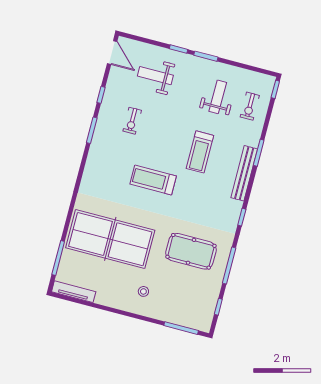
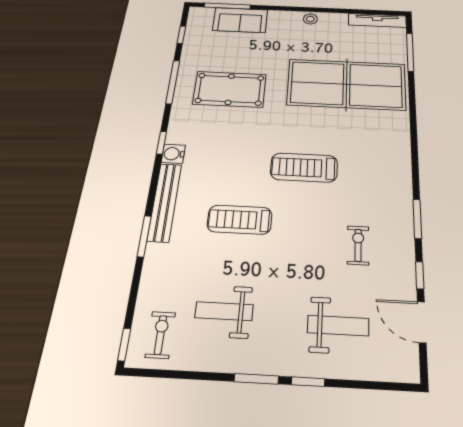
door: (112, 53) -> (422, 322), moved
weight bench: (218, 97) -> (224, 311), turned 90
exercise bike: (250, 106) -> (160, 335), moved
treadmill: (200, 152) -> (240, 220), turned -90
treadmill: (153, 180) -> (304, 168), turned 180
water cooler: (235, 207) -> (173, 154), added
stool: (143, 291) -> (310, 19), moved
sofa: (174, 312) -> (240, 20), added

